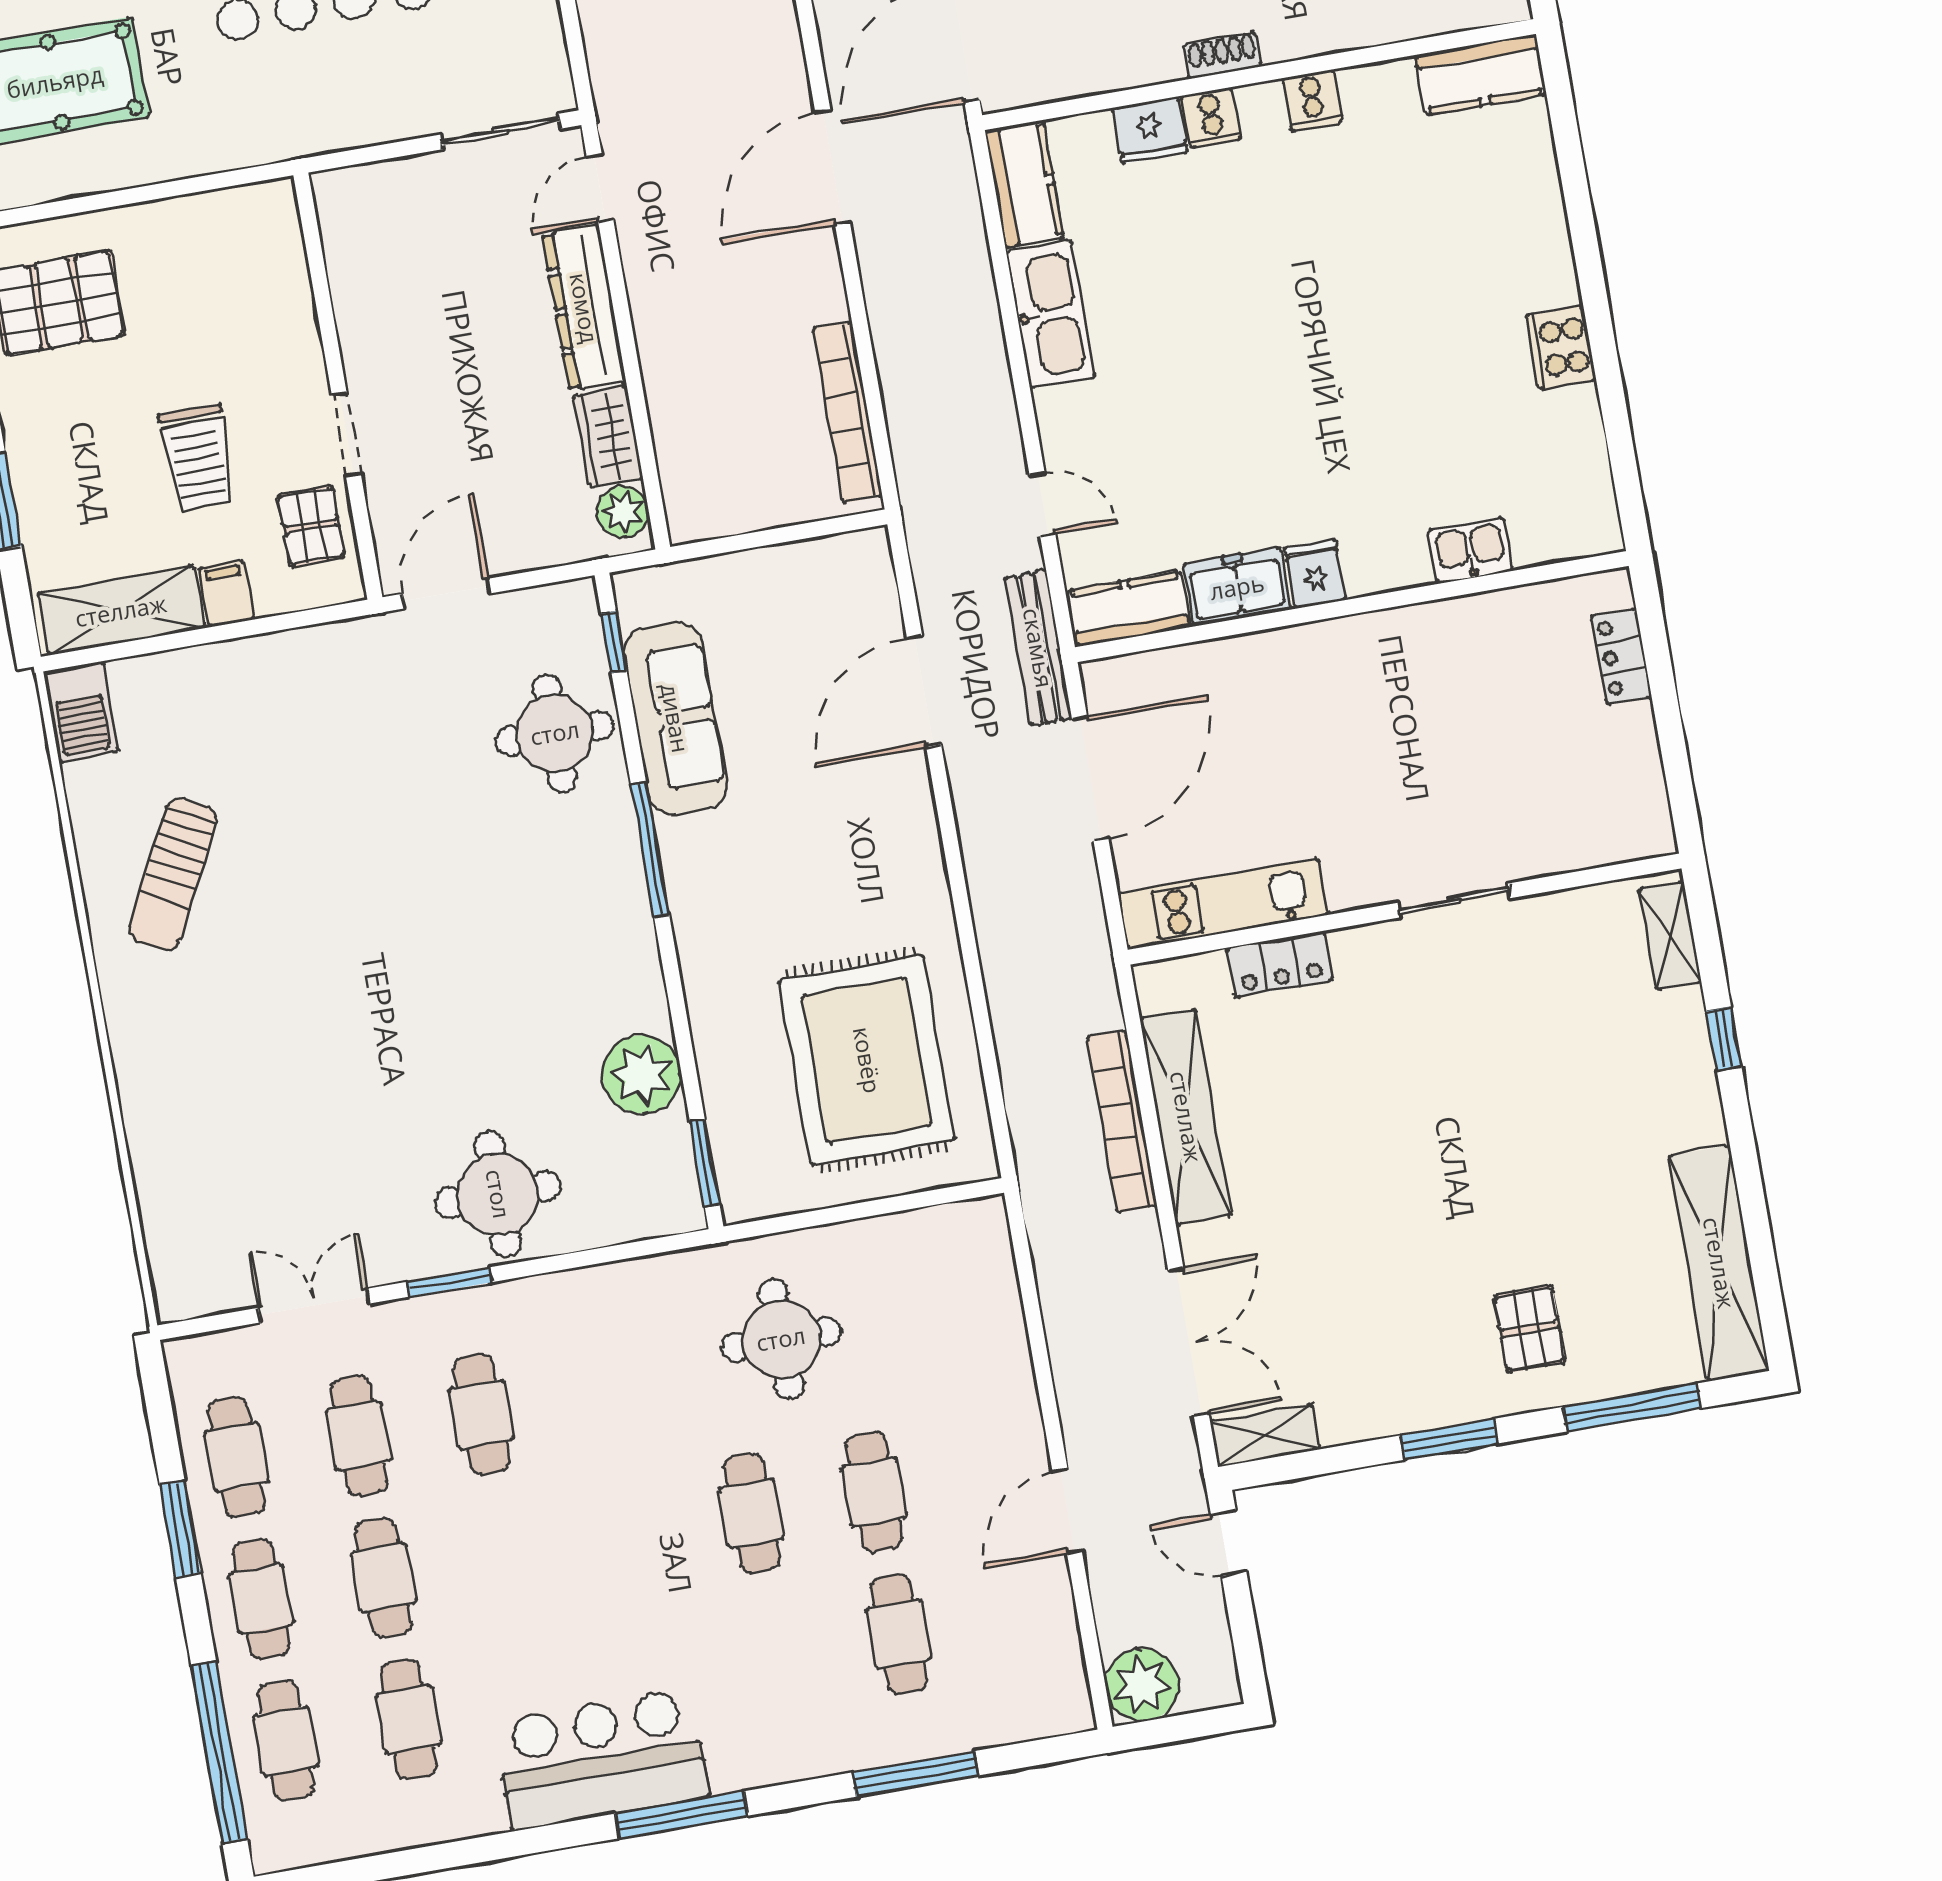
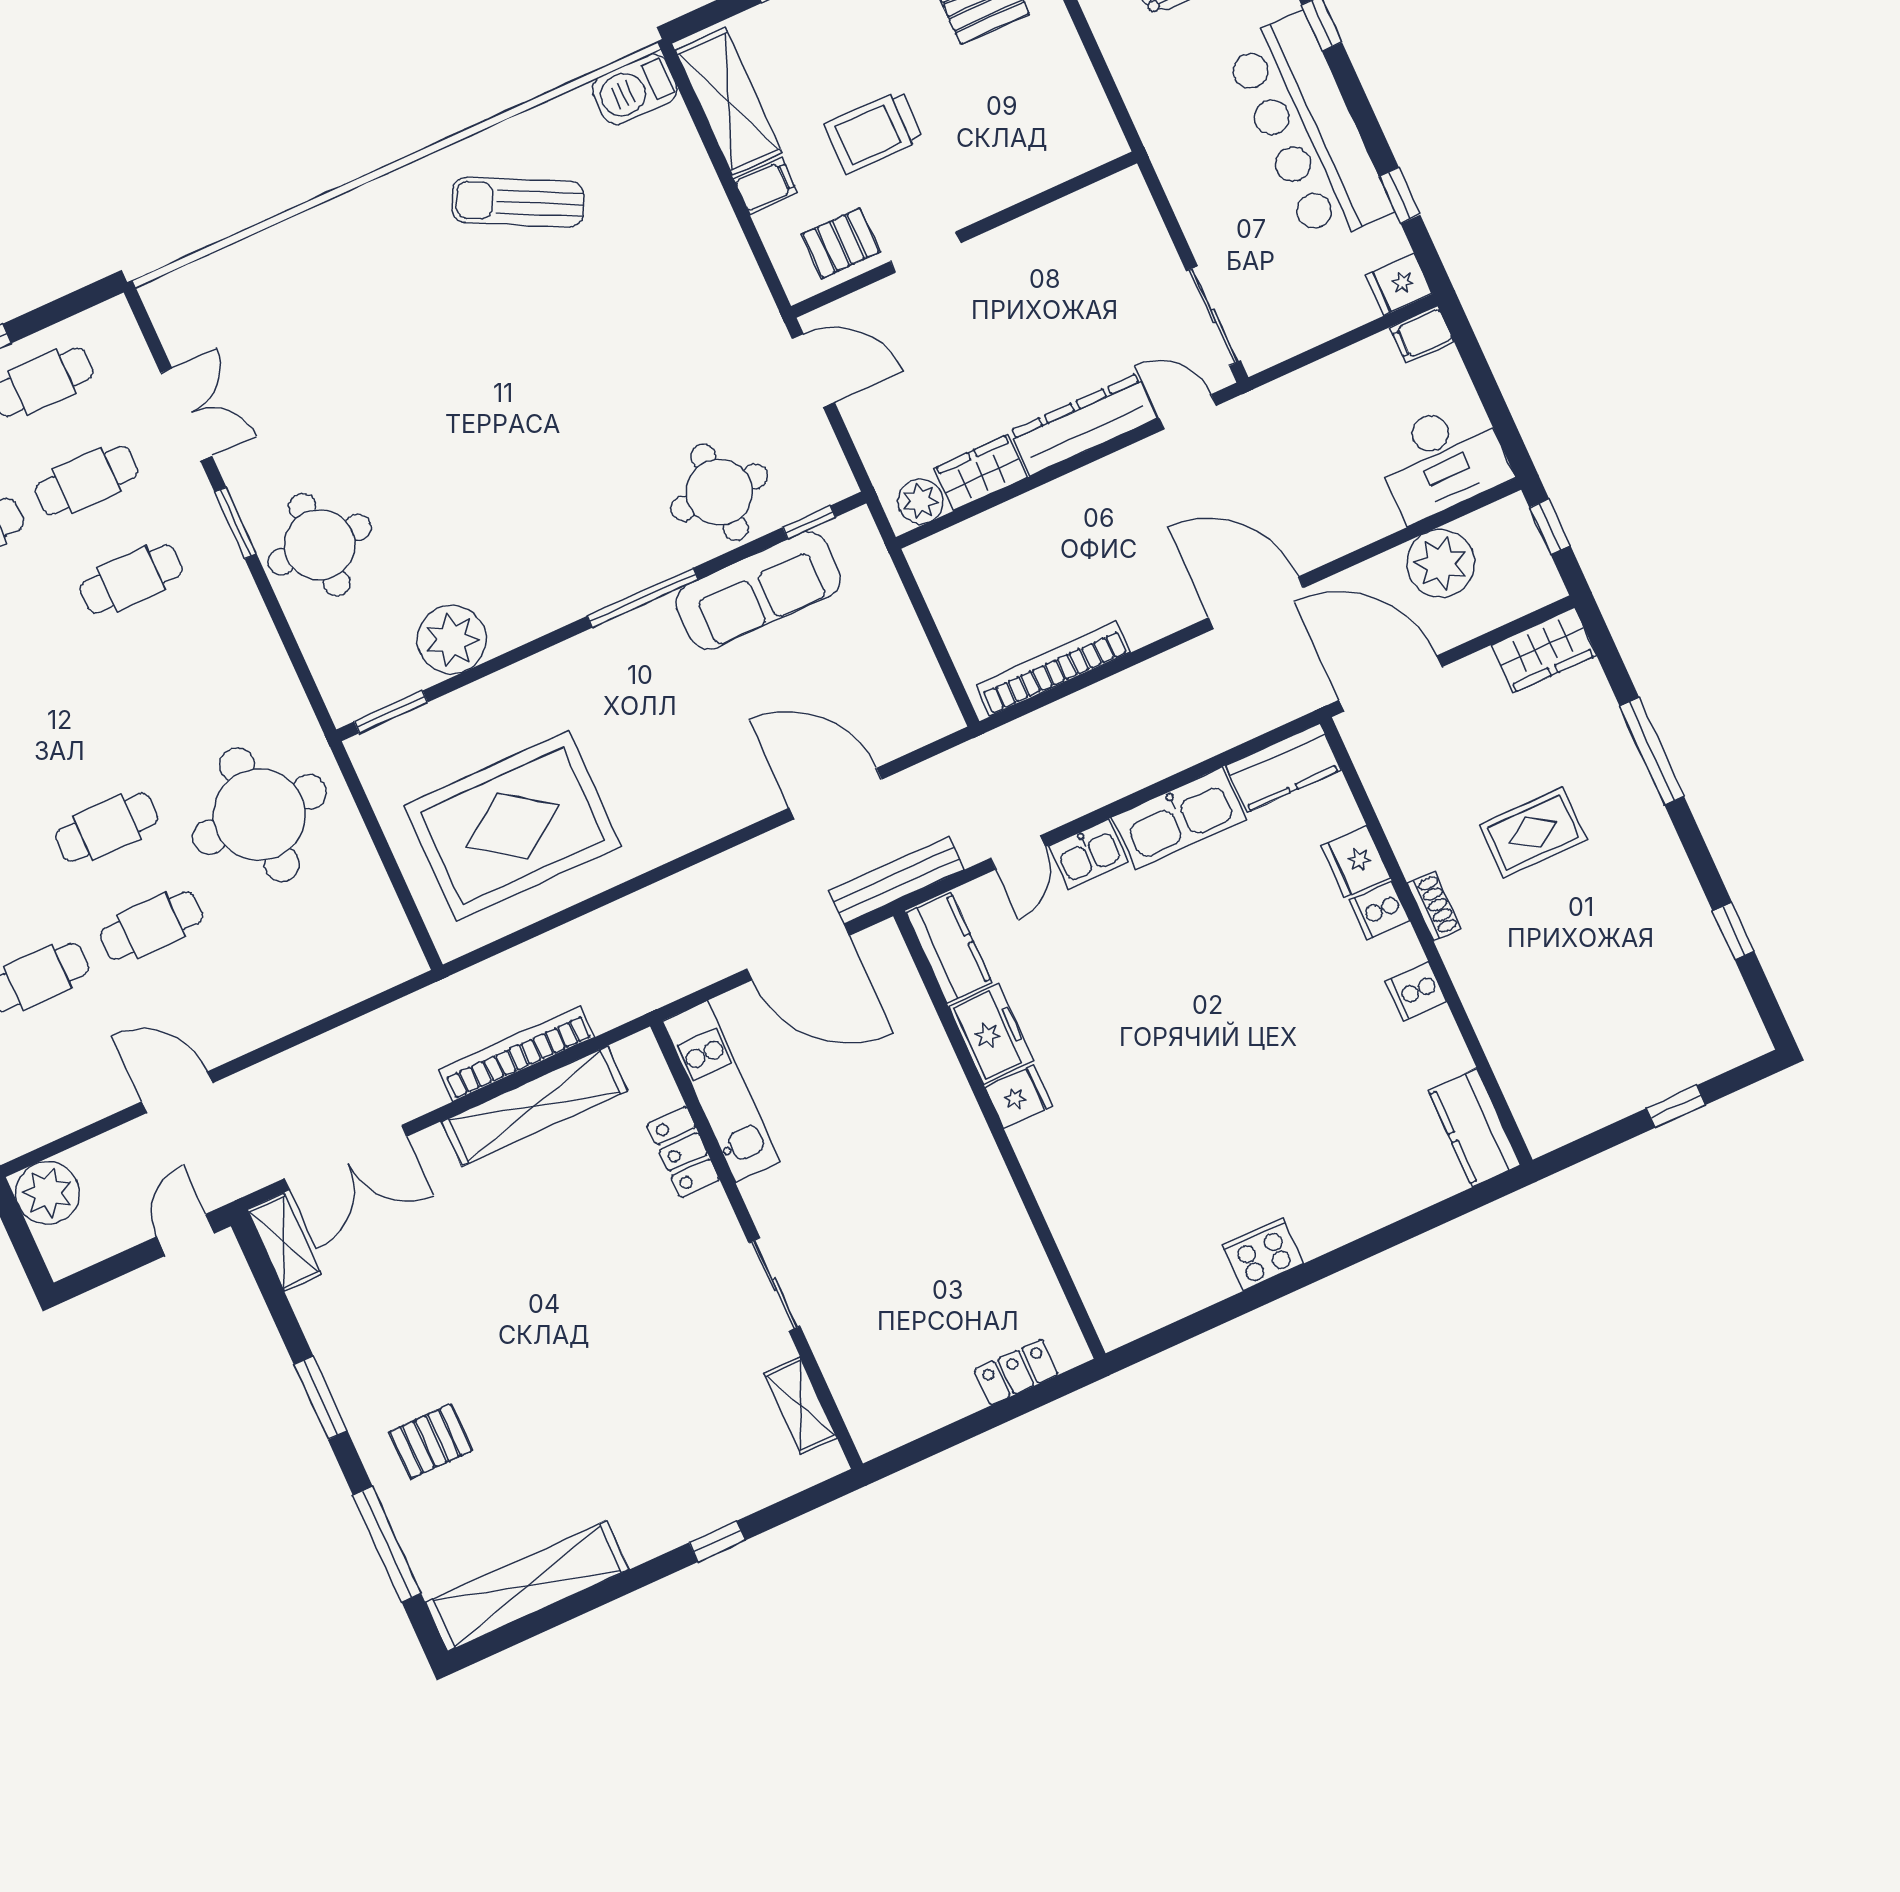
kitchen sink: (1470, 550) -> (1089, 854), moved, turned 90
shelving: (1670, 935) -> (800, 1406), moved, turned 90
round table: (781, 1339) -> (259, 815), width x1.36, depth x1.36

